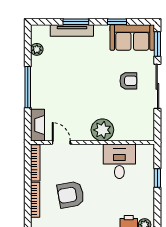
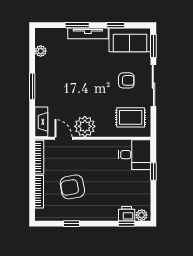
tv unit: (72, 31) -> (88, 33), moved
window: (28, 87) -> (32, 86), width x0.69
rug: (133, 120) -> (131, 117), added
plant: (102, 130) -> (85, 126), moved
desk: (119, 161) -> (134, 155), moved, turned 90

